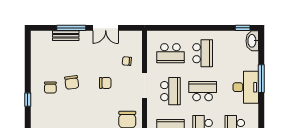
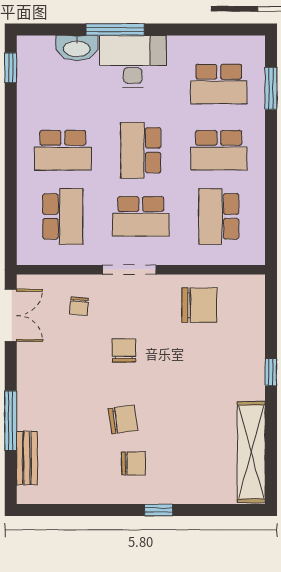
double door: (106, 28) -> (11, 315), moved
bench: (66, 36) -> (27, 458), moved
washbasin: (252, 41) -> (77, 48), moved
school desk: (203, 53) -> (63, 150), turned 180
school desk: (170, 91) -> (141, 216), turned 180

